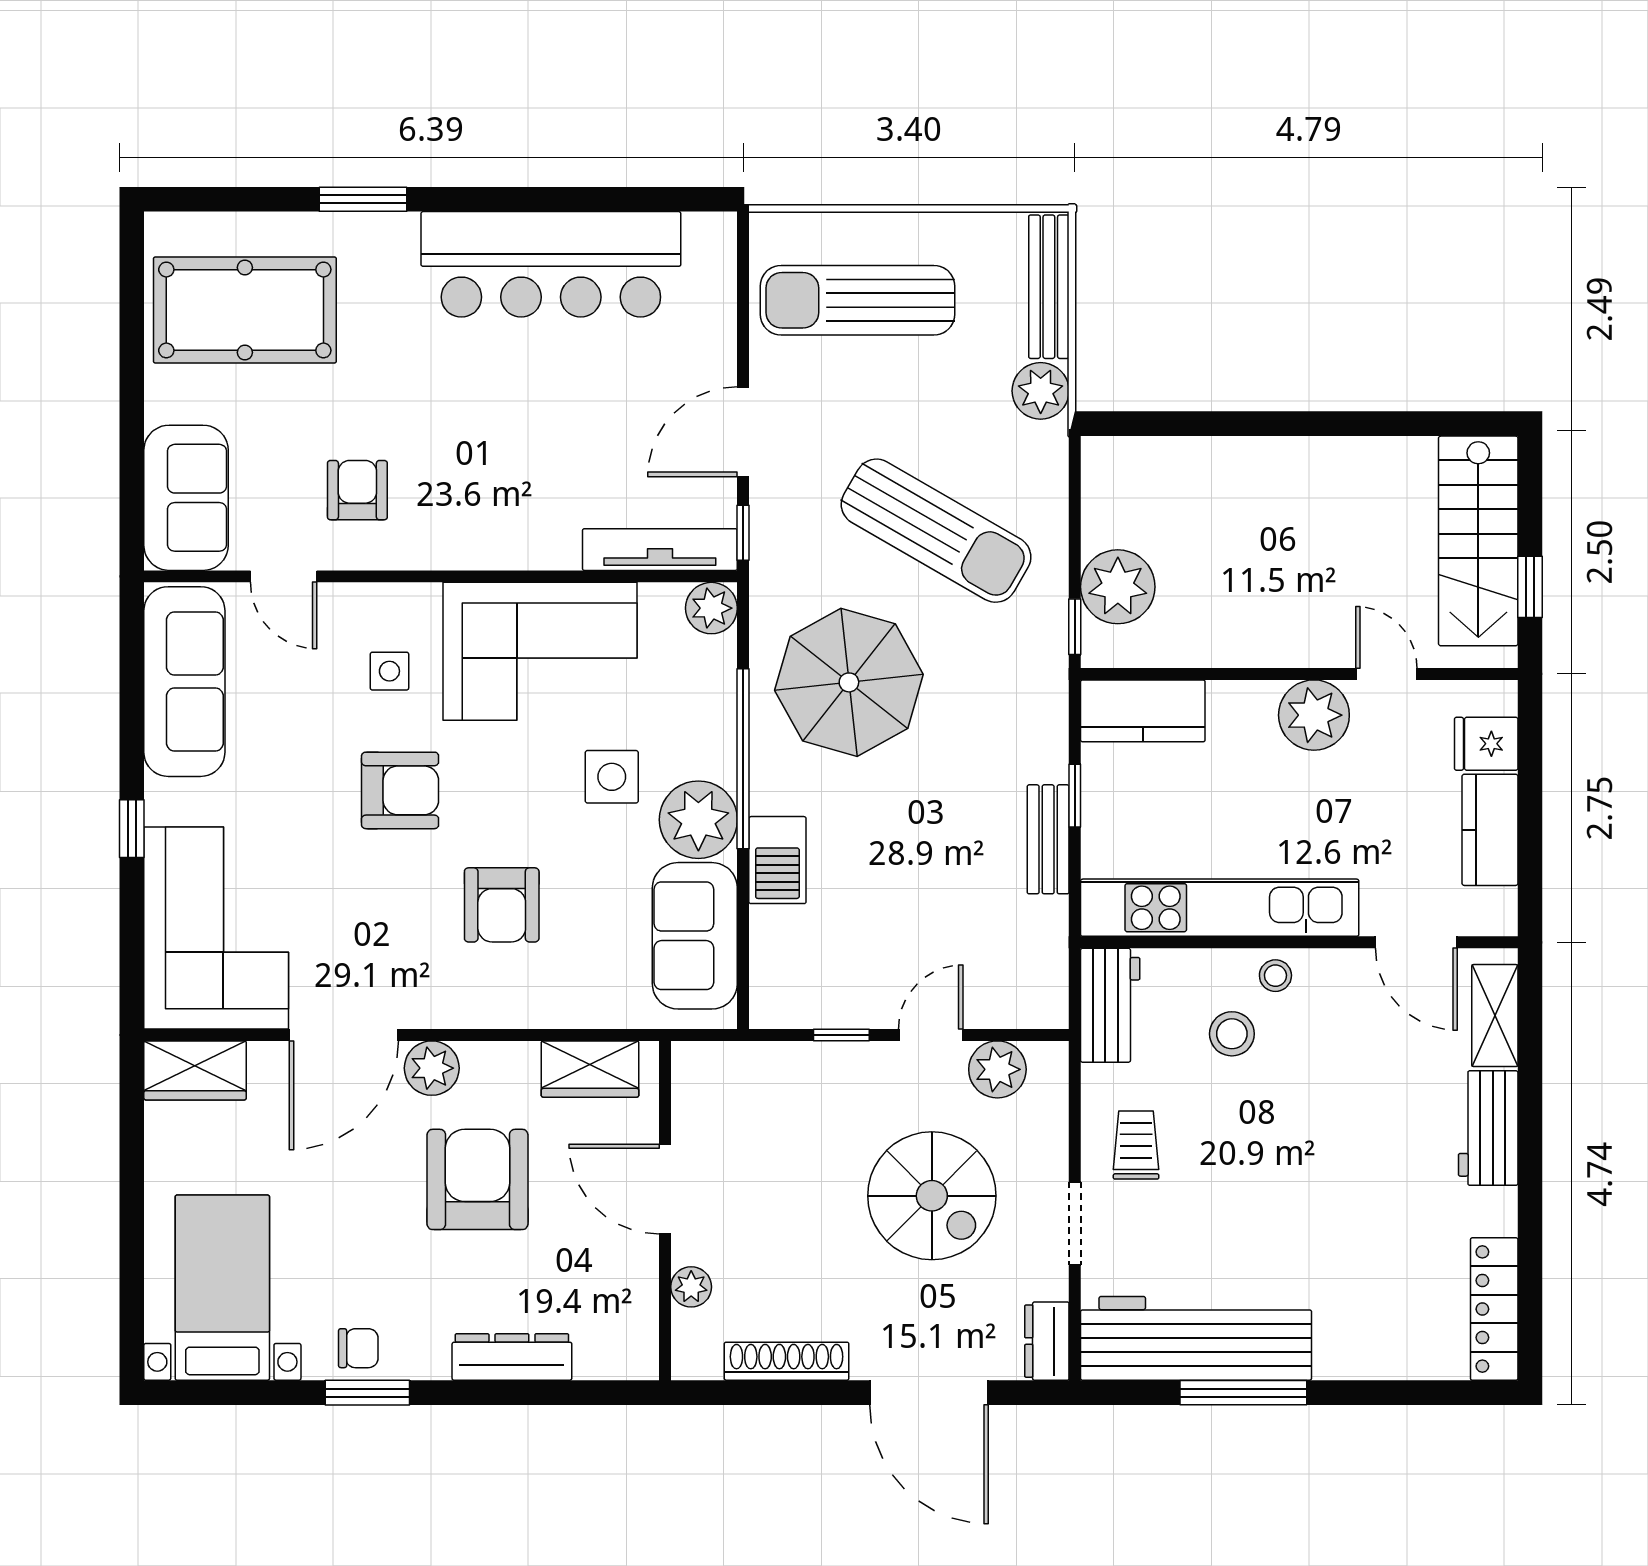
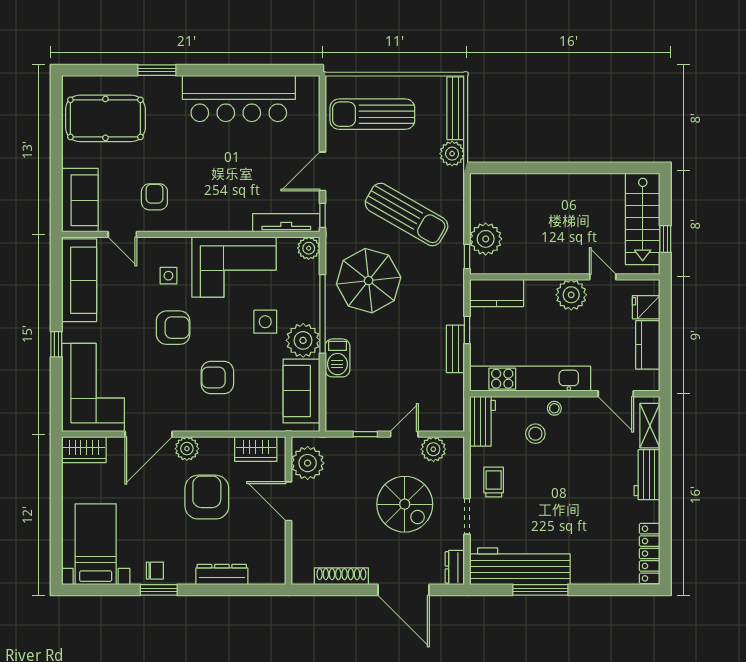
armchair: (502, 905) -> (217, 378), turned 90
plant: (691, 1287) -> (308, 463), moved, width x1.88, depth x1.88

